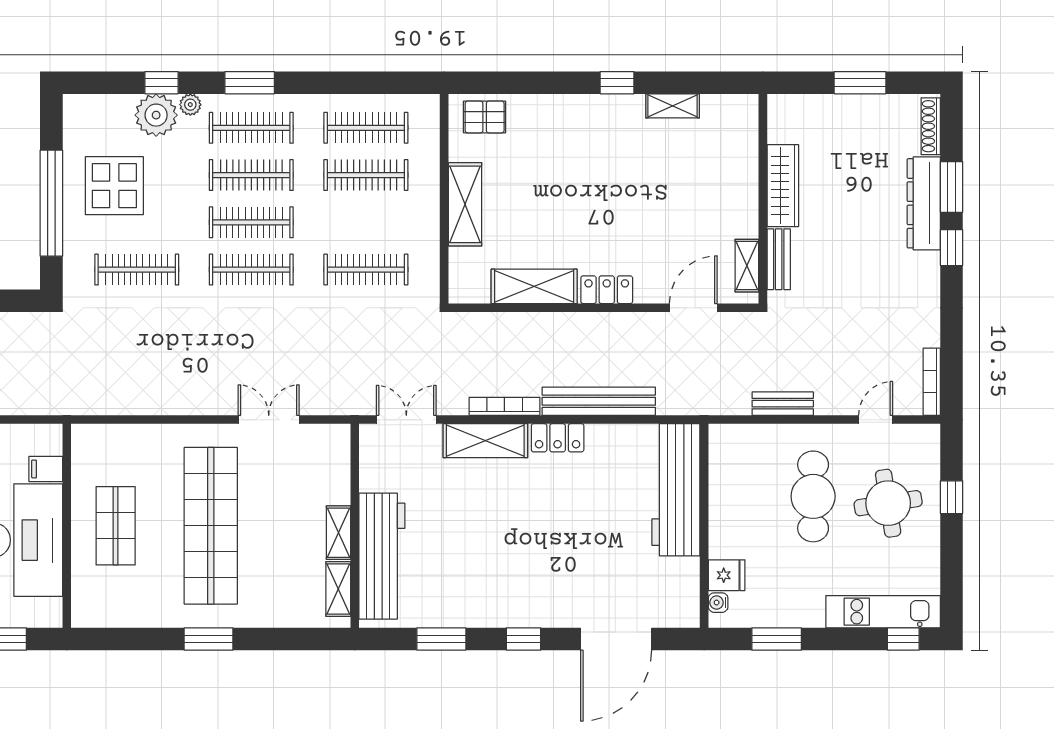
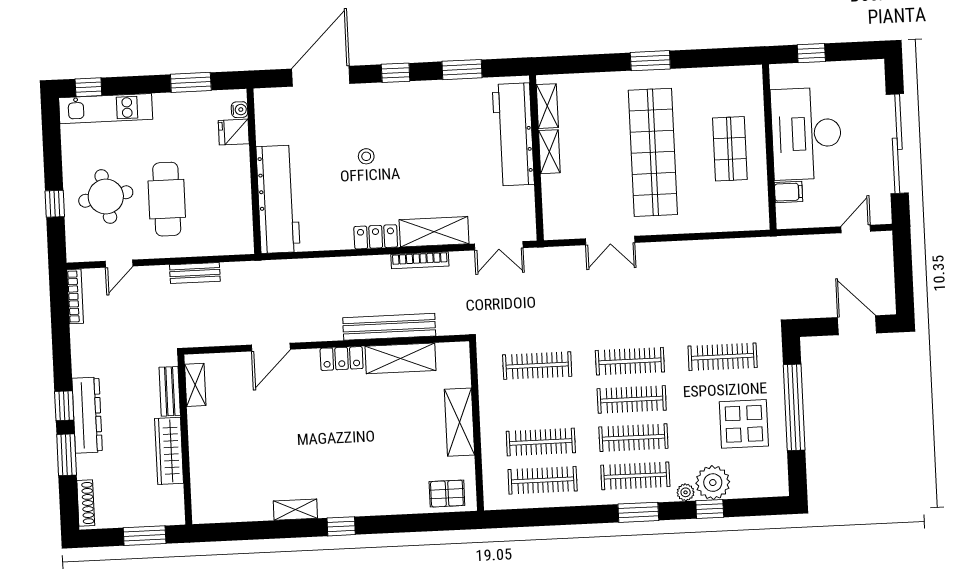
wardrobe: (783, 186) -> (169, 451), moved
wall: (763, 199) -> (185, 440), moved
dresser: (924, 203) -> (87, 415), moved
bench: (779, 259) -> (170, 391), moved
shelving: (747, 266) -> (195, 385), moved
bench: (599, 401) -> (389, 327), moved
stool: (565, 538) -> (366, 156), added

